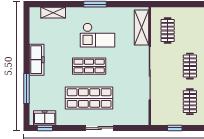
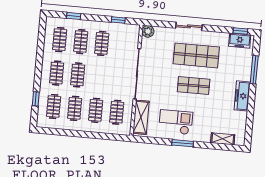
checkout: (97, 35) -> (176, 122), moved
clothes rail: (190, 66) -> (96, 110), moved
plant: (142, 119) -> (148, 31), added

